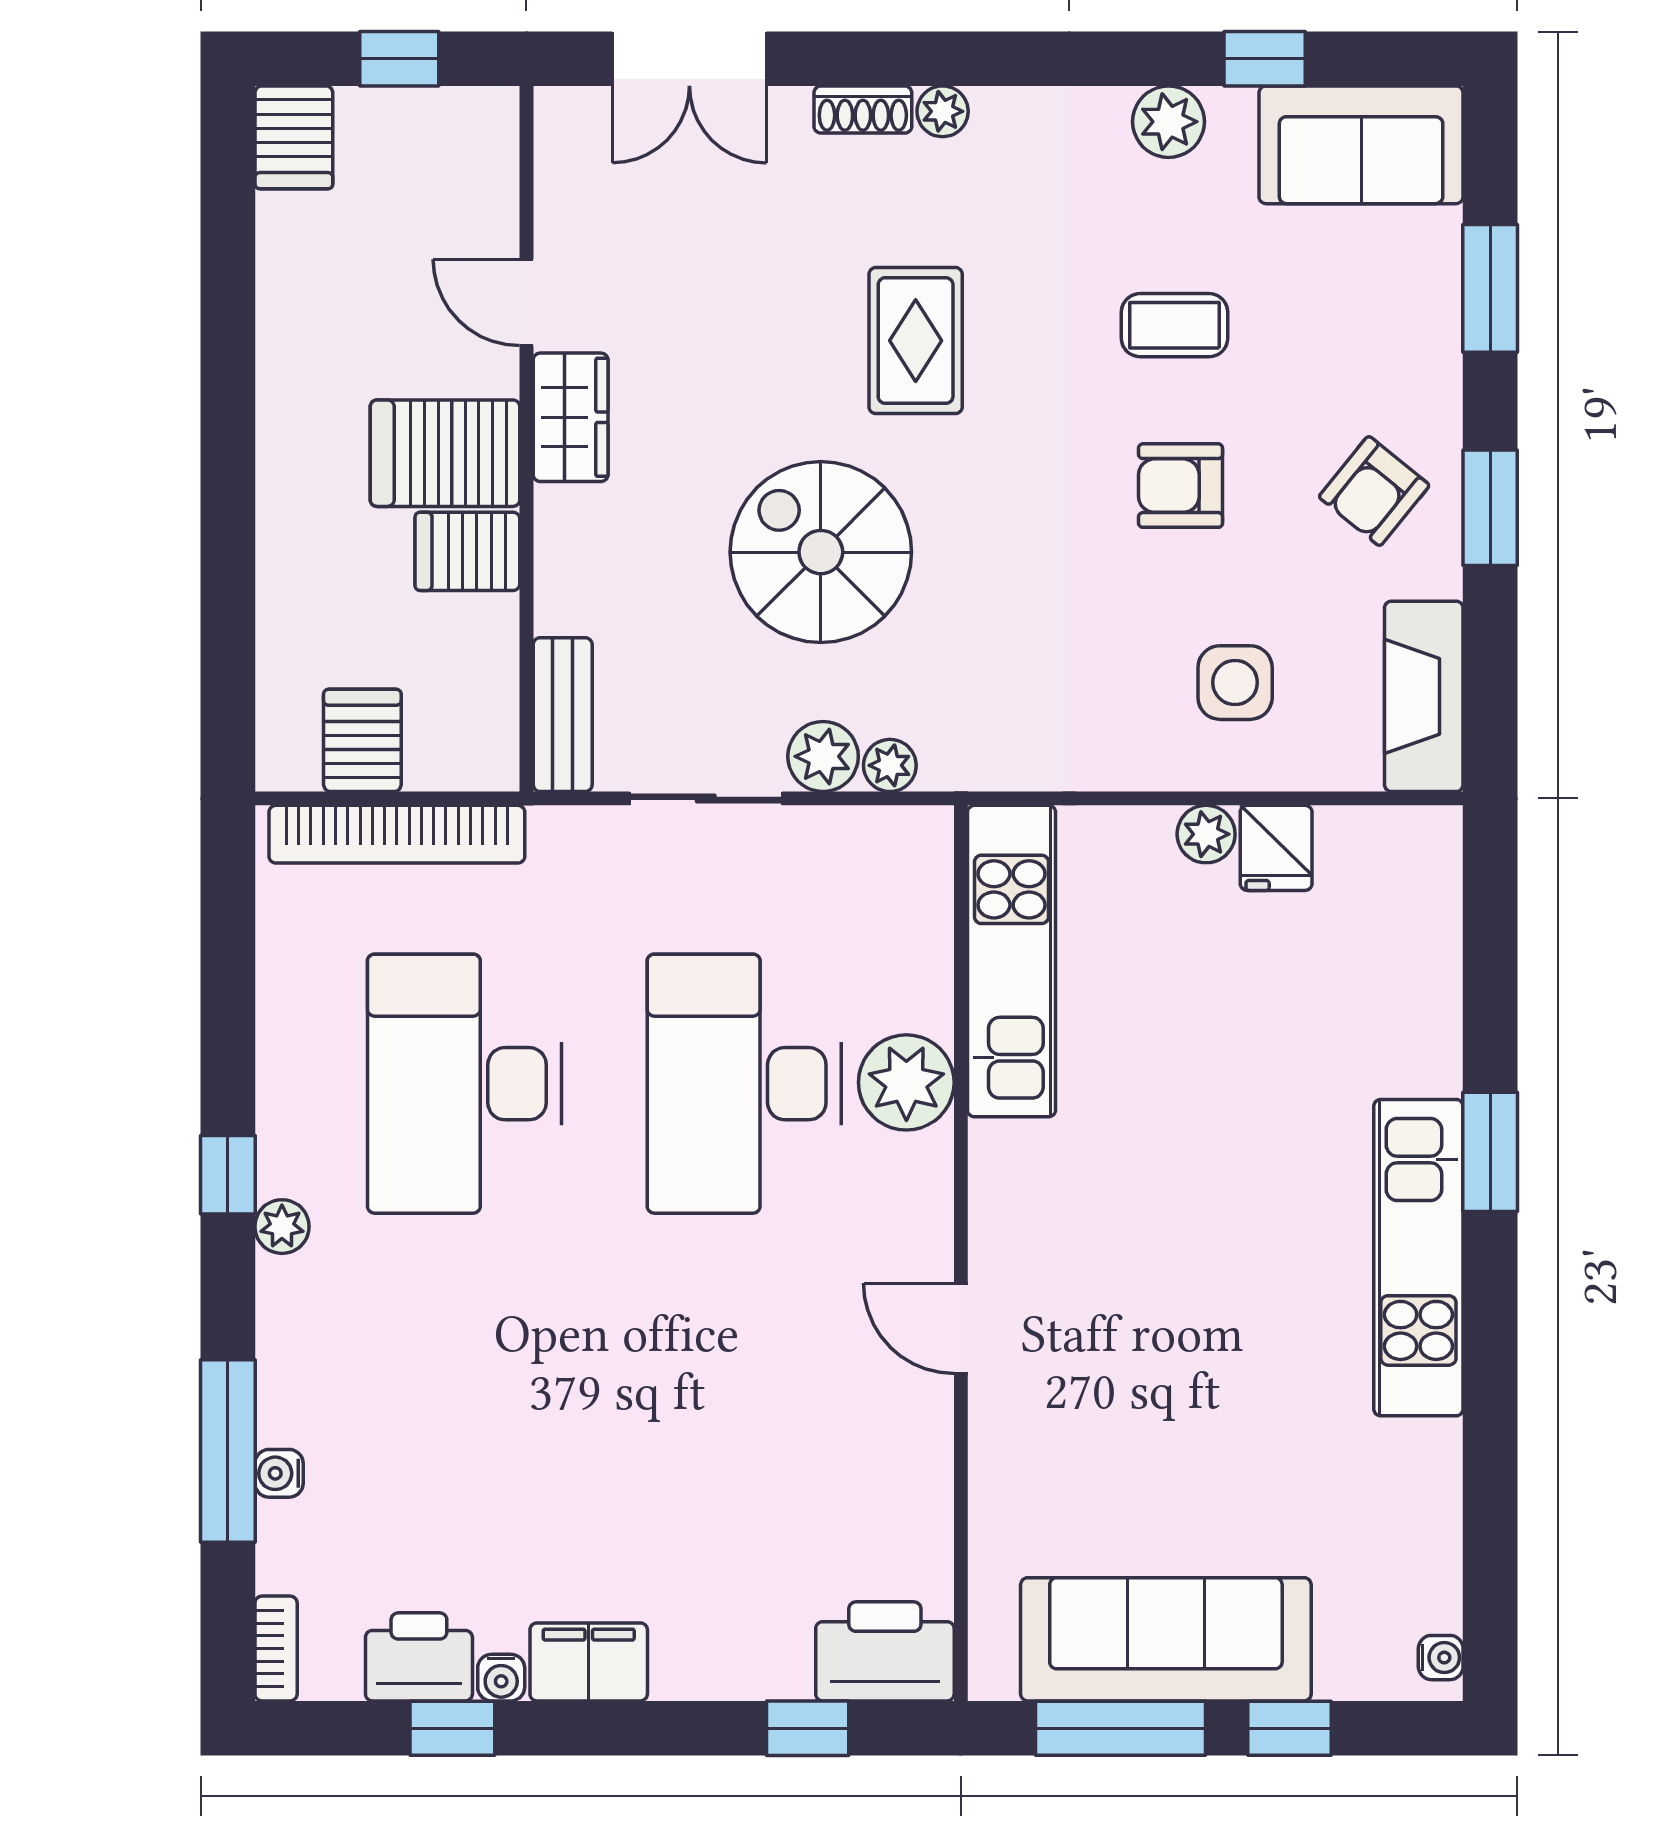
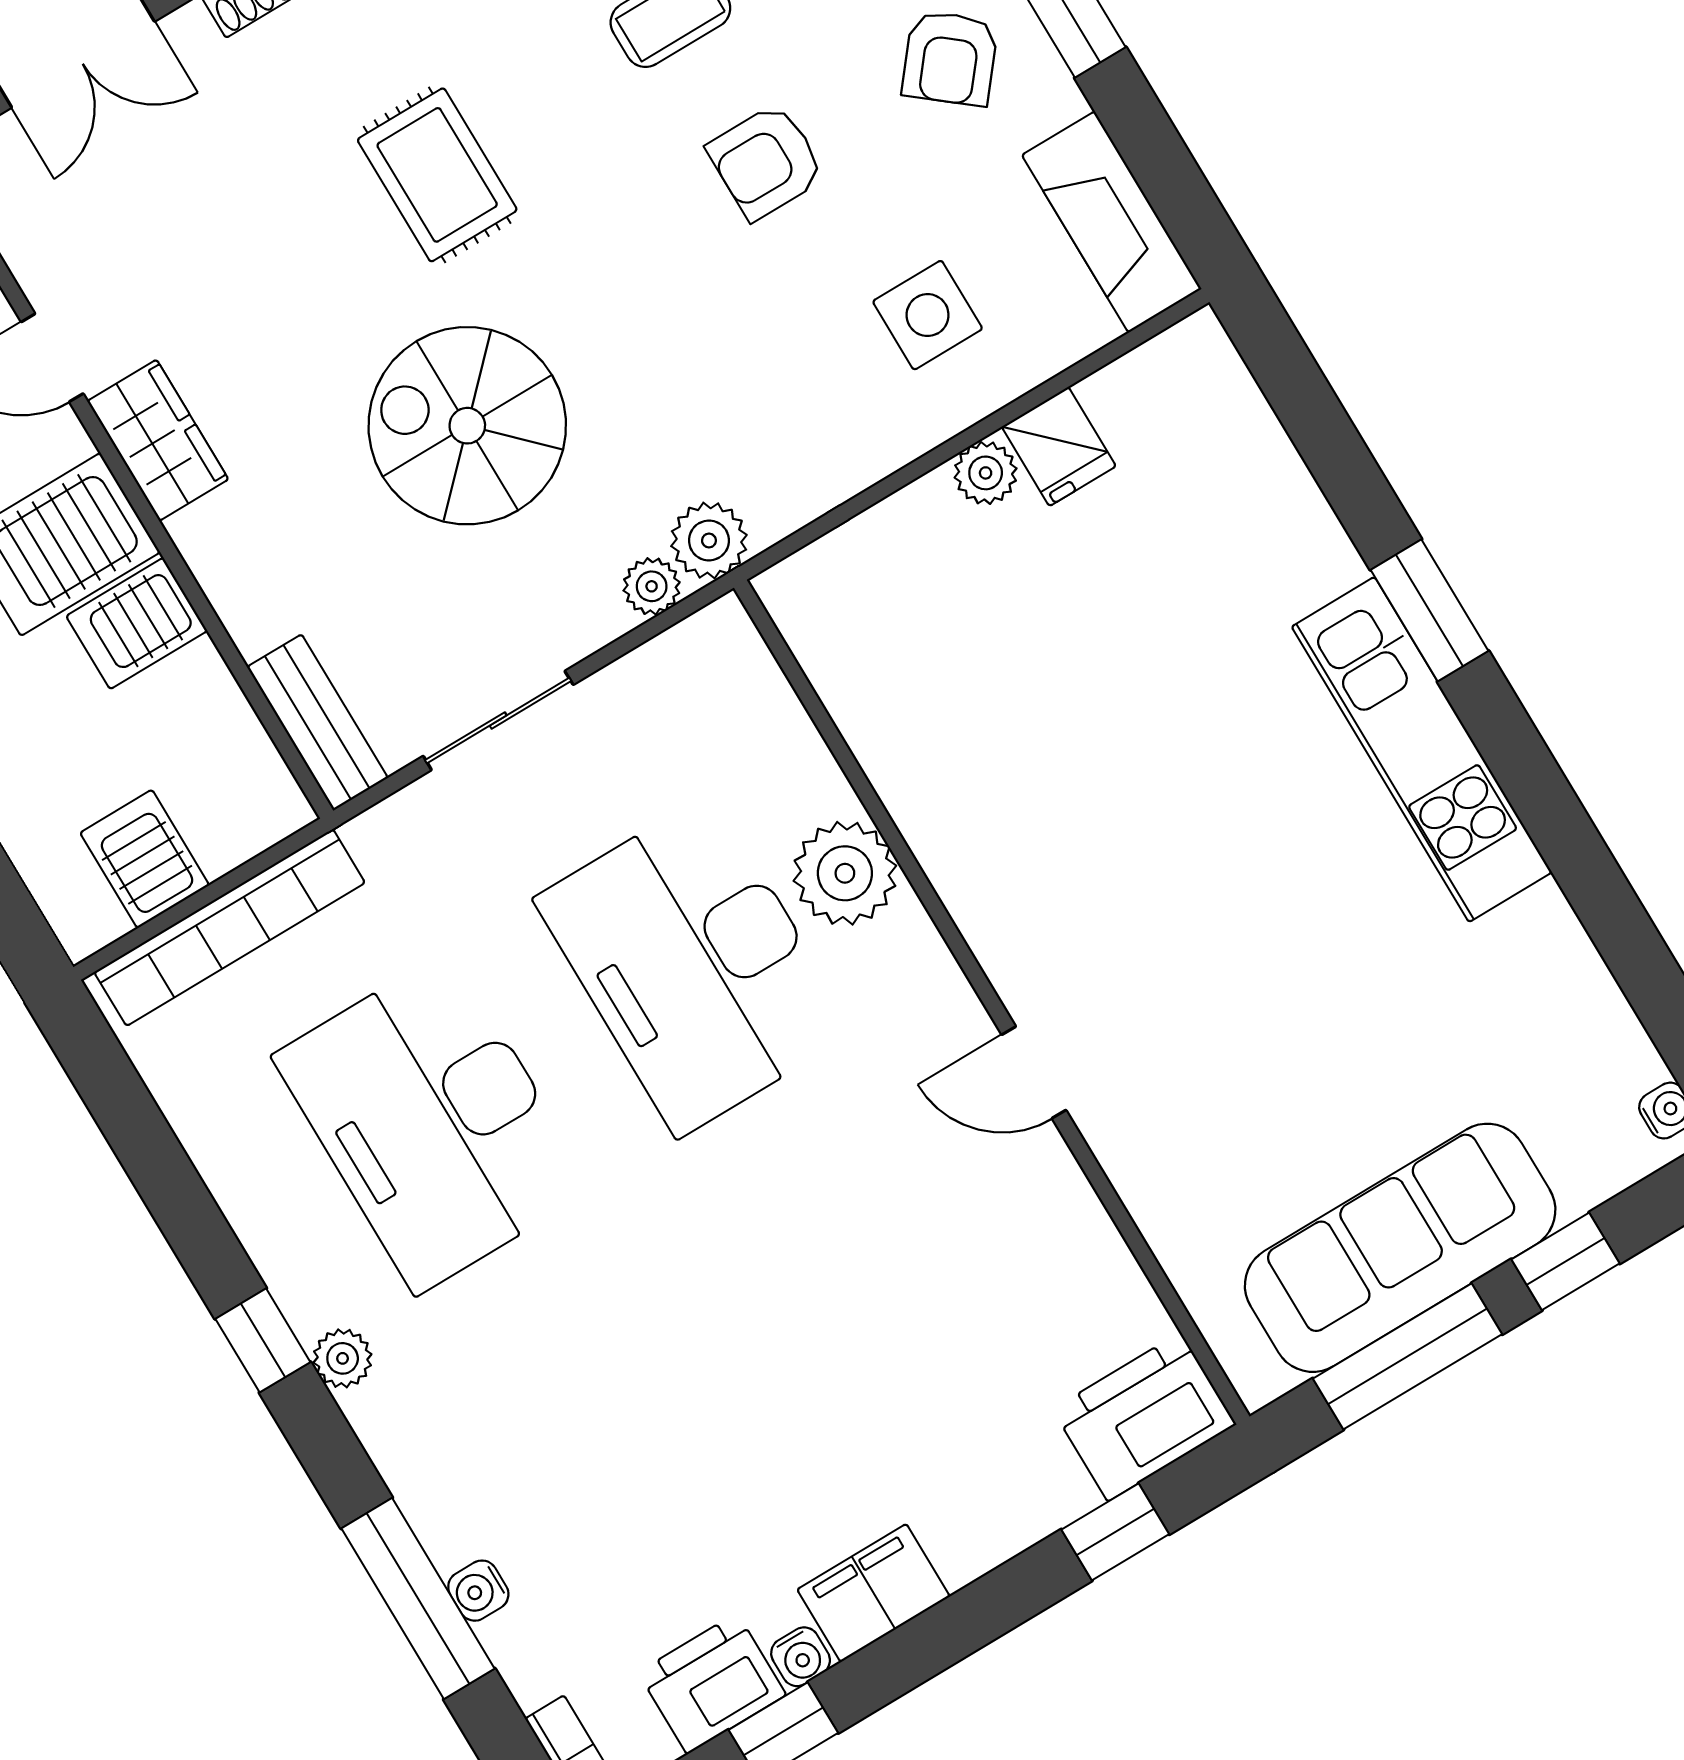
plant: (823, 756) -> (709, 540), moved
kitchen unit: (1012, 961) -> (875, 701), removed

